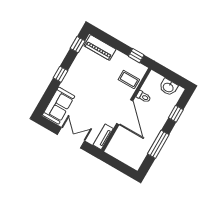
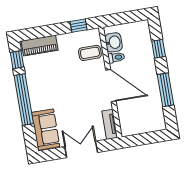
window: (60, 74) -> (24, 100), width x3.17
washbasin: (168, 87) -> (114, 42), moved, turned -90

